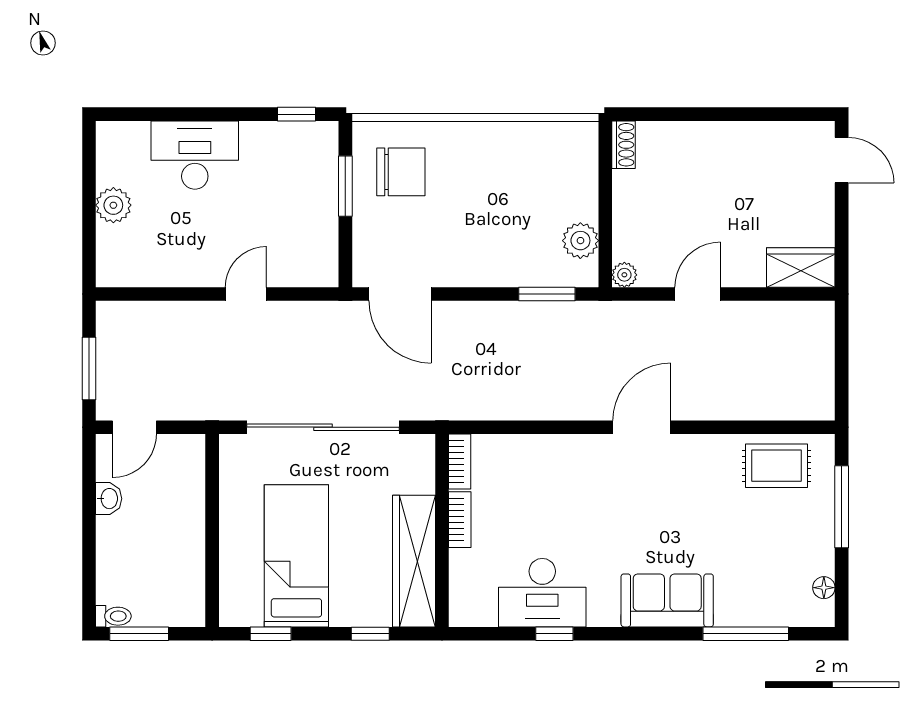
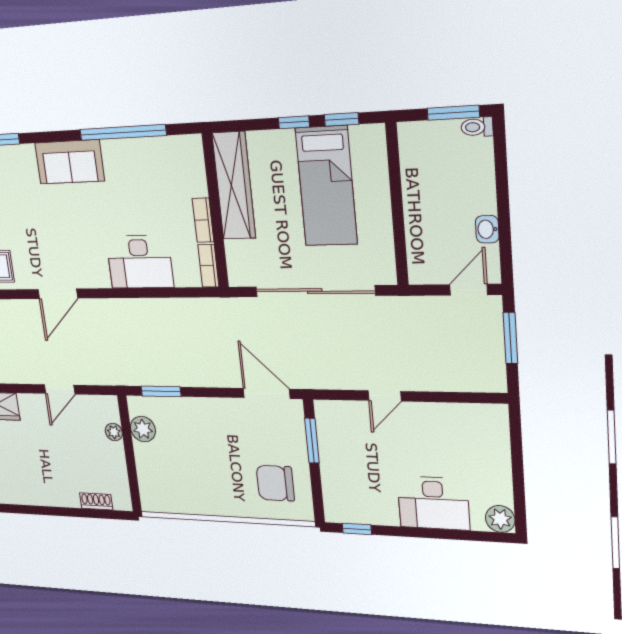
shoe rack: (623, 145) -> (96, 501), moved, turned 90
window: (345, 186) -> (312, 441), moved
plant: (113, 205) -> (500, 519), moved
plant: (624, 275) -> (114, 432), moved
door: (642, 427) -> (58, 294), moved
desk: (542, 593) -> (140, 262), moved, turned 180
sofa: (667, 600) -> (70, 162), moved
window: (370, 634) -> (294, 122), moved
window: (554, 634) -> (123, 132), width x3.17

